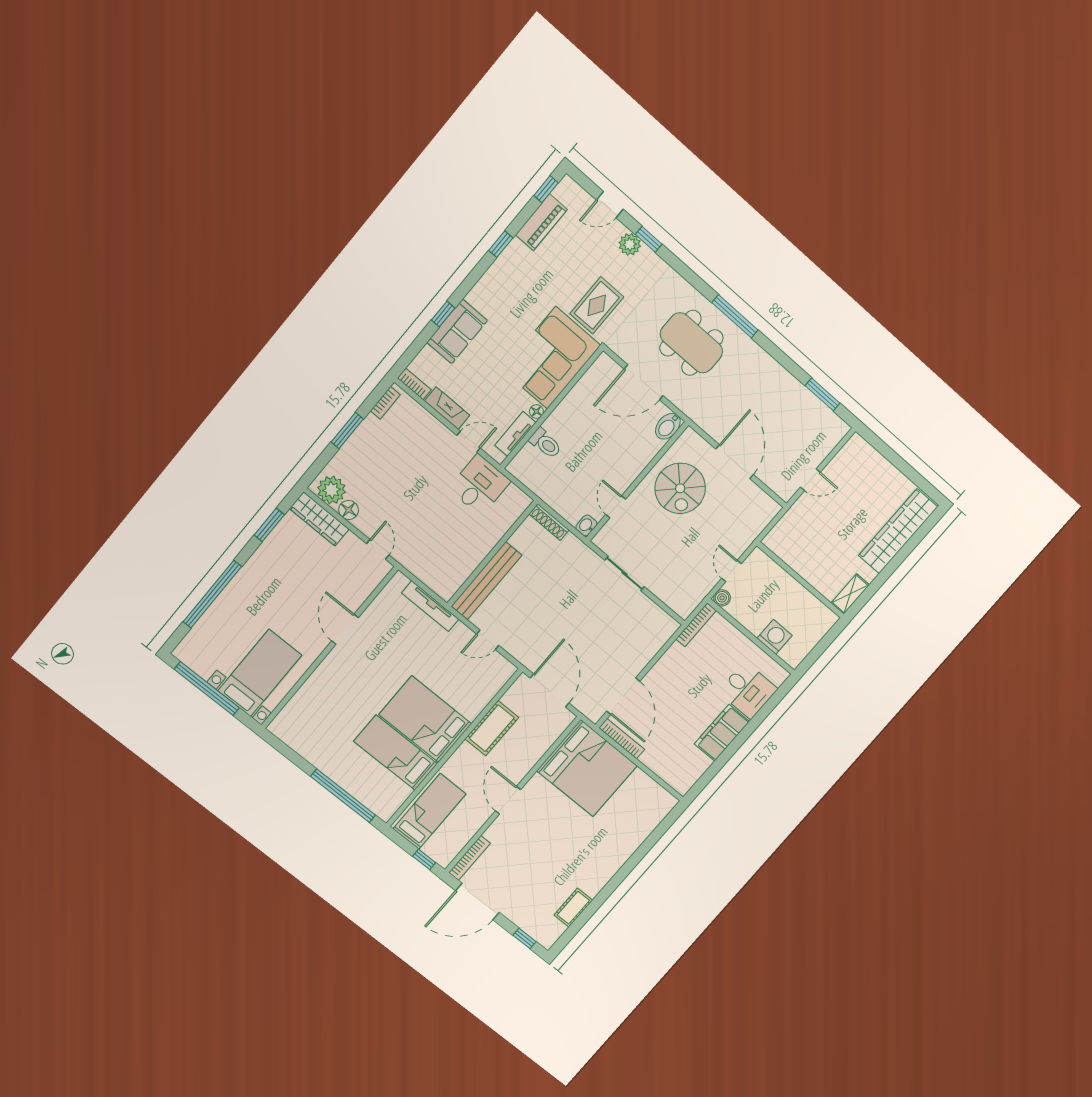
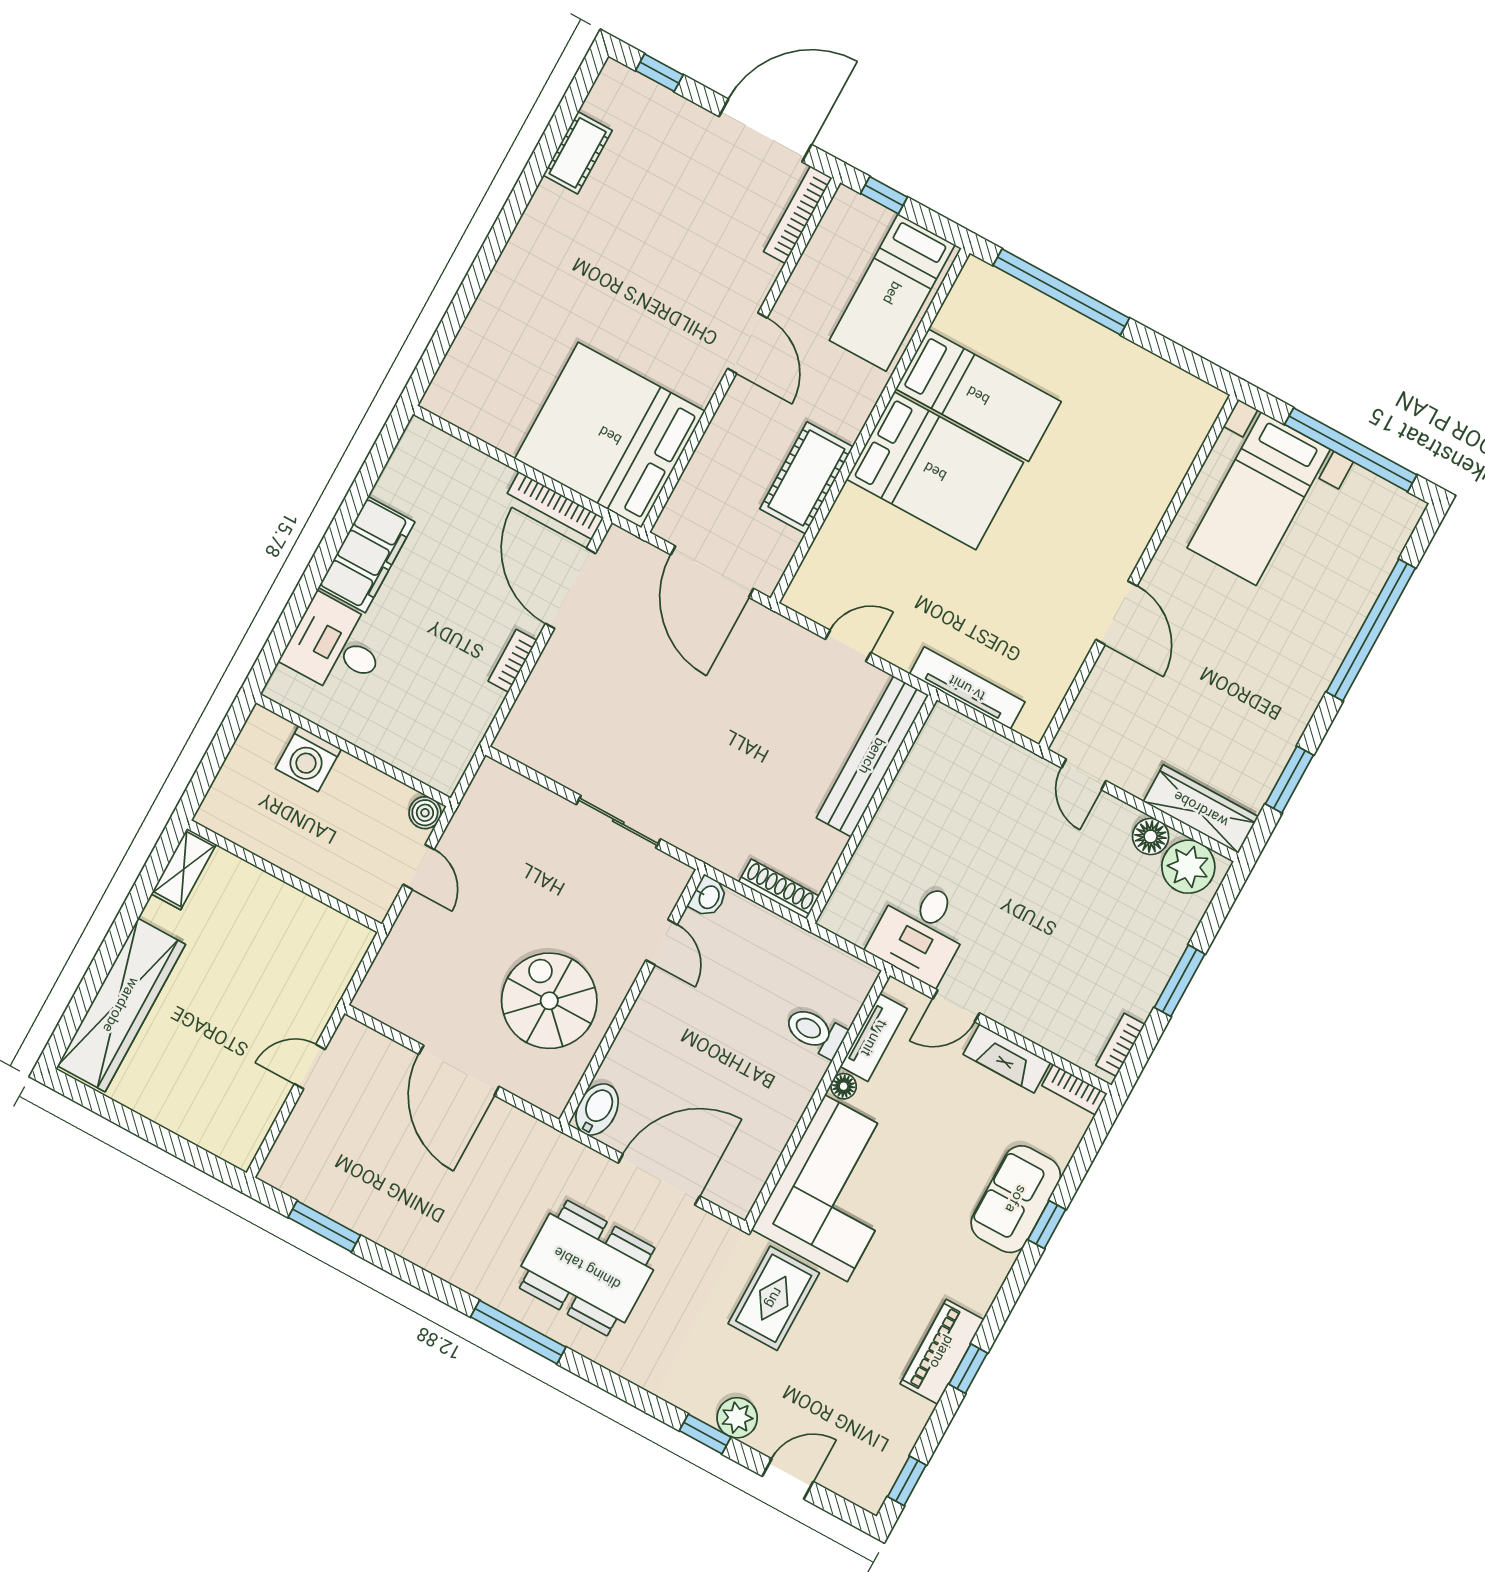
piano: (541, 222) -> (942, 1352), moved
bookcase: (696, 625) -> (512, 661), moved, width x0.64

